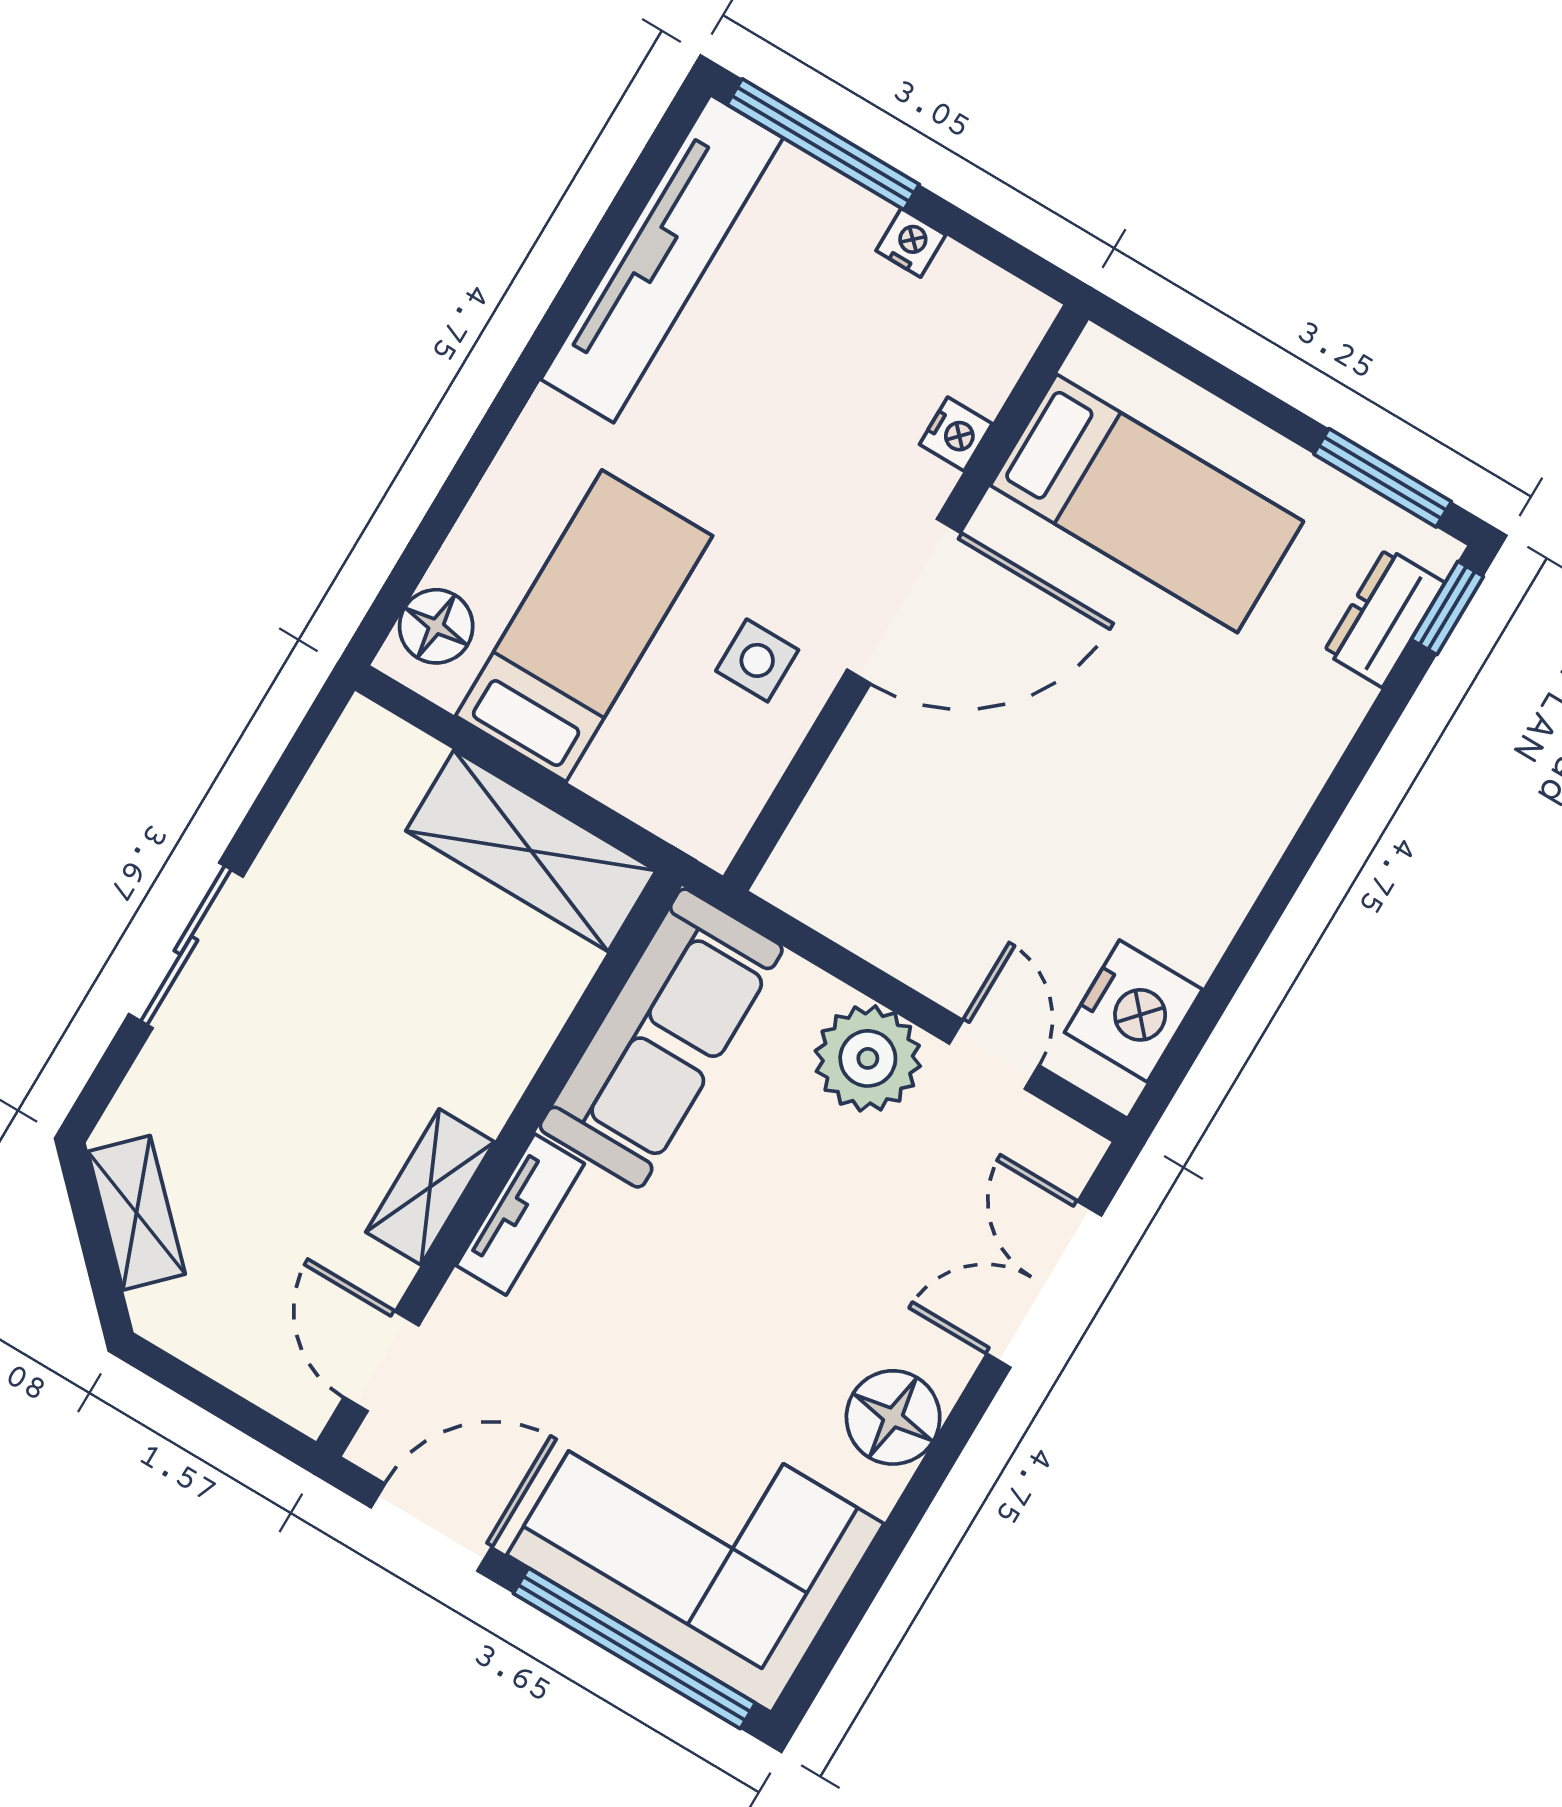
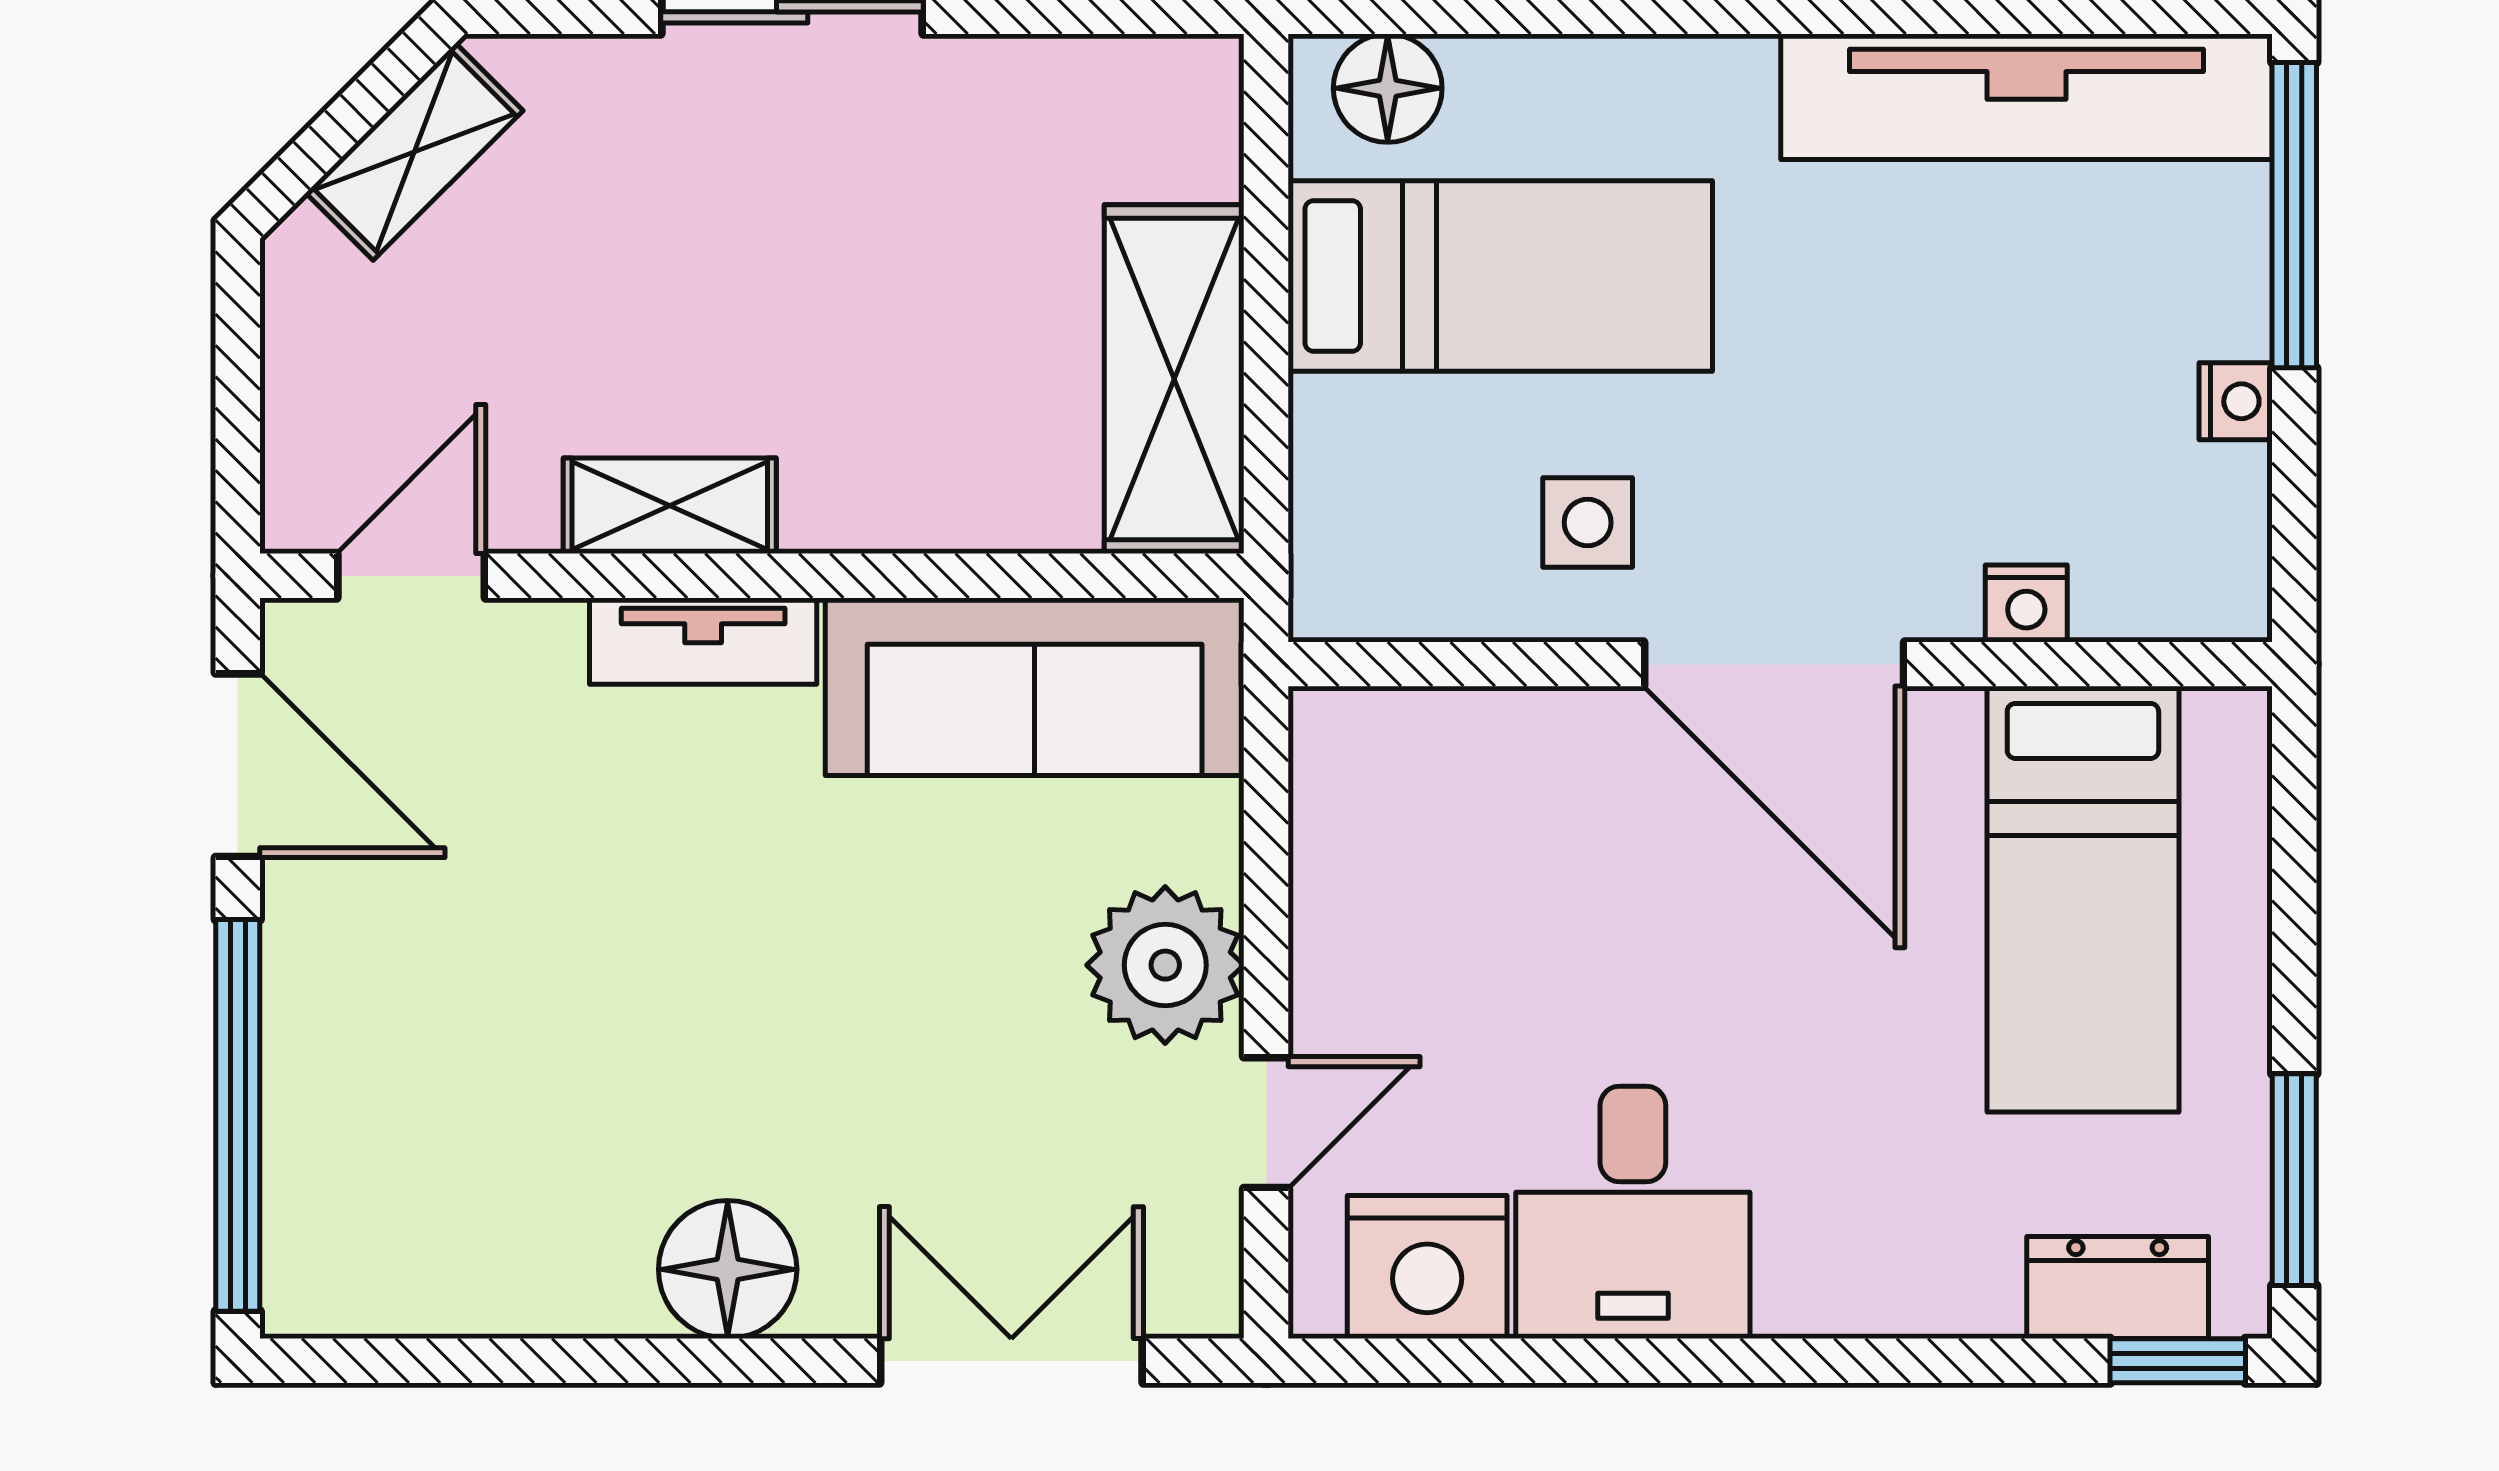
desk: (1173, 873) -> (1633, 1212), added
corner sofa: (695, 1539) -> (423, 1110), removed

